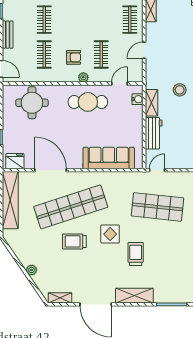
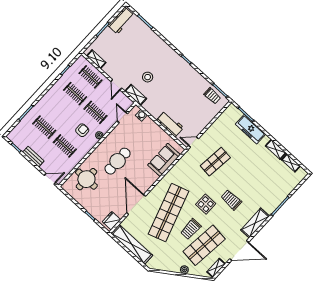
clothes rail: (101, 20) -> (75, 94), added
stool: (180, 90) -> (148, 77), moved
cafe table: (88, 102) -> (118, 161), moved
shelving: (152, 103) -> (136, 95), moved
sofa: (109, 158) -> (164, 160), width x0.73
door: (51, 170) -> (136, 205), hinge flipped
door: (157, 170) -> (194, 142), hinge flipped
shop shelf: (157, 207) -> (215, 162), width x0.70, depth x0.74
shop shelf: (71, 268) -> (204, 245), added

